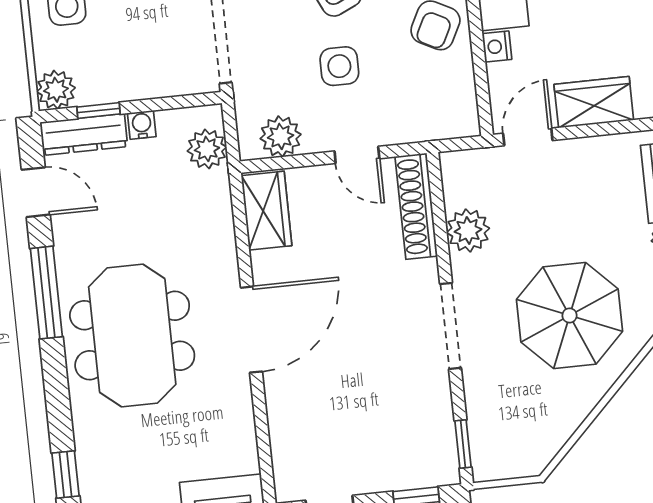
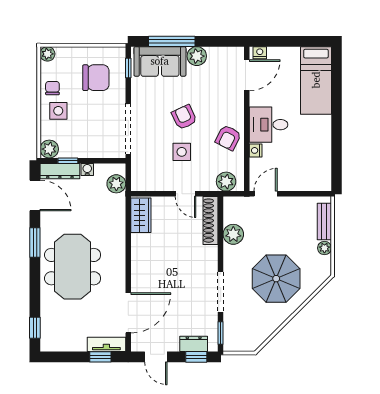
wardrobe: (594, 102) -> (298, 181), removed
plant: (281, 136) -> (226, 182), moved
door: (36, 192) -> (35, 195), width x1.38
window: (46, 293) -> (35, 243), width x0.69
doorway: (451, 326) -> (221, 292), moved
door: (252, 330) -> (128, 313), moved
dresser: (408, 473) -> (194, 344), added

